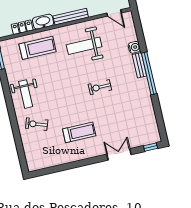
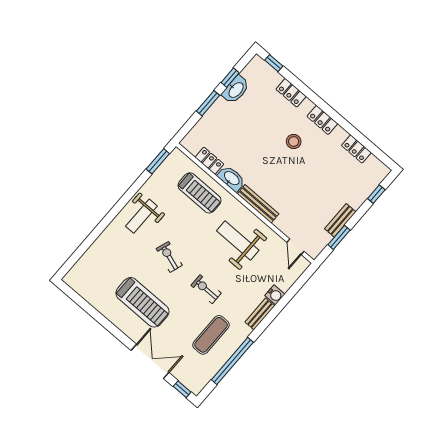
window: (149, 73) -> (232, 361), moved
exercise mat: (130, 105) -> (211, 335), added
exercise bike: (37, 124) -> (169, 257), moved
treadmill: (79, 132) -> (142, 302), width x1.37, depth x1.38
double door: (119, 154) -> (150, 361), width x1.37

